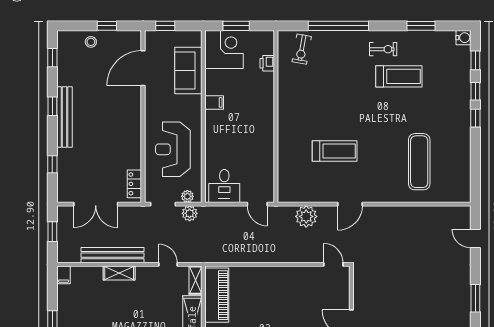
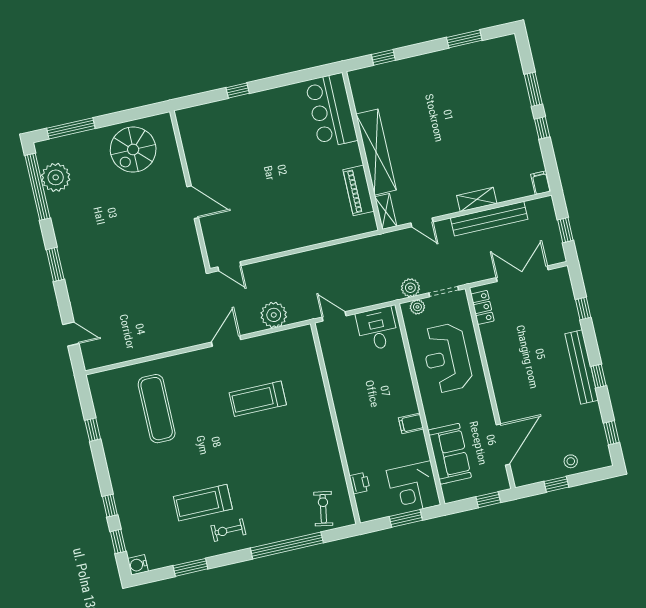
window: (475, 118) -> (93, 430), moved
reception desk: (173, 149) -> (447, 358), turned 180
piano: (217, 295) -> (359, 190), width x0.73, depth x0.75

